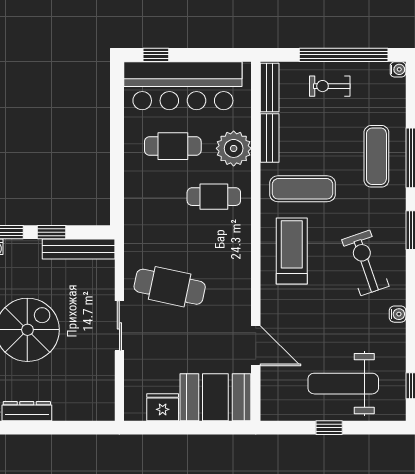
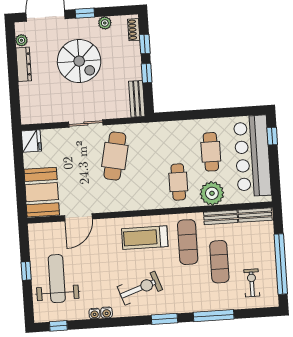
water cooler: (398, 69) -> (94, 314), moved
exercise bike: (330, 86) -> (252, 283), moved
exercise mat: (376, 156) -> (219, 262), moved, turned 90
bench: (79, 249) -> (137, 99), width x0.73
treadmill: (292, 251) -> (145, 238), turned 180
fridge: (163, 407) -> (31, 141), moved

